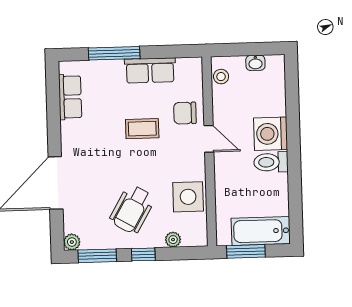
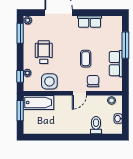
row of seats: (70, 97) -> (89, 22), moved
washing machine: (271, 134) -> (81, 125), removed
toilet: (271, 162) -> (96, 125), moved
wheelchair: (132, 209) -> (44, 52), turned 60
bathtub: (261, 231) -> (39, 102), moved, turned 90
window: (143, 254) -> (20, 76), moved

